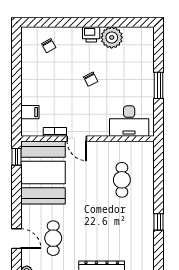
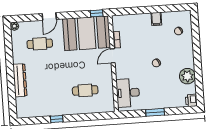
printer: (91, 34) -> (191, 100), moved
filing cabinet: (30, 112) -> (156, 19), moved
door: (16, 239) -> (49, 17), moved

